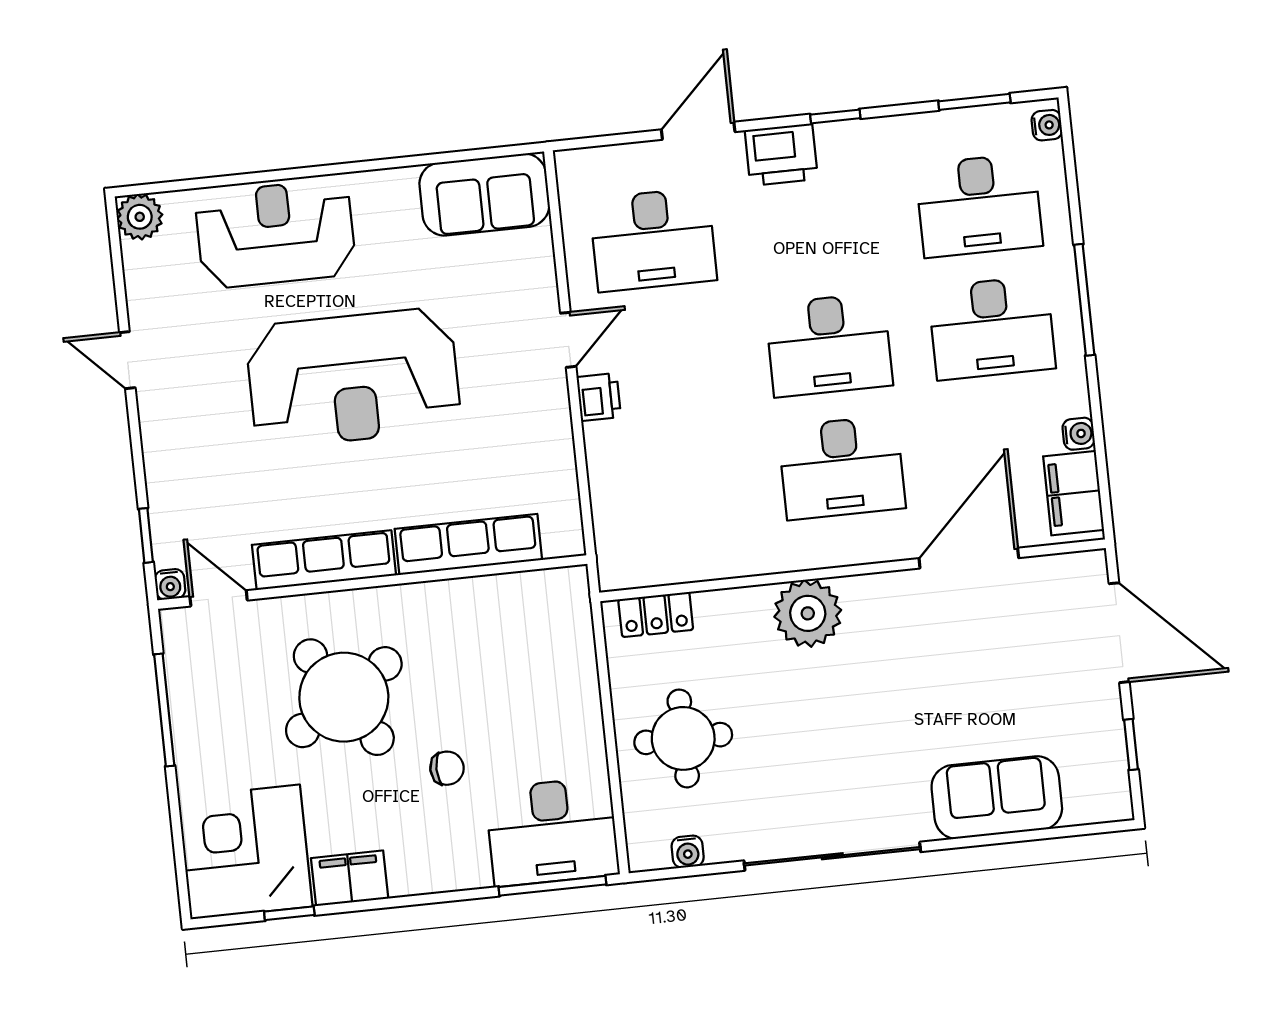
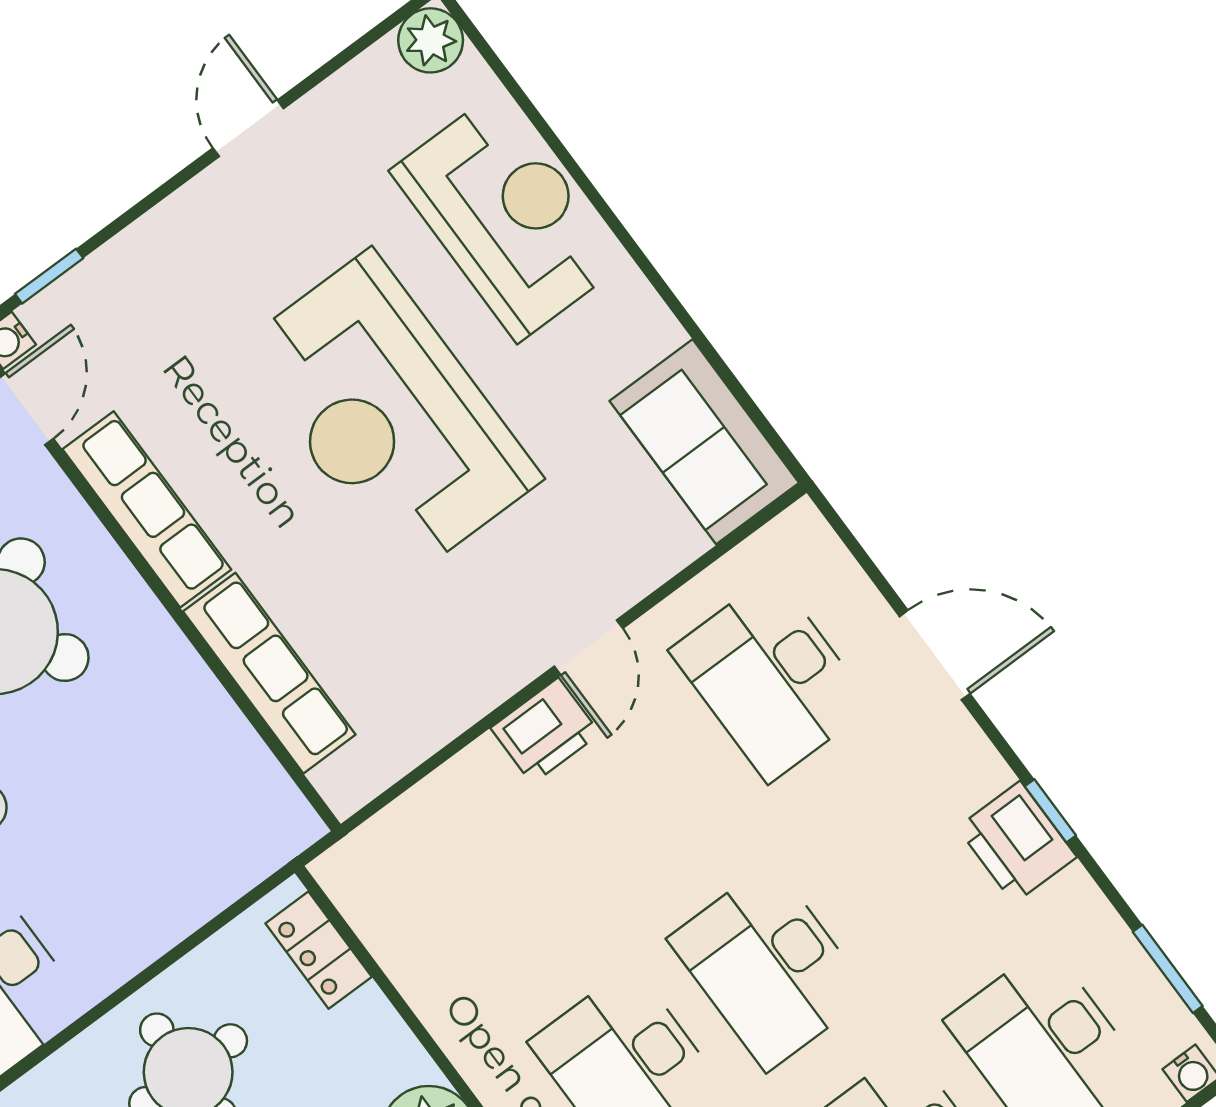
printer: (781, 155) -> (1017, 842), moved
door: (568, 340) -> (589, 647), hinge flipped
printer: (599, 397) -> (545, 731), width x1.36, depth x1.24

